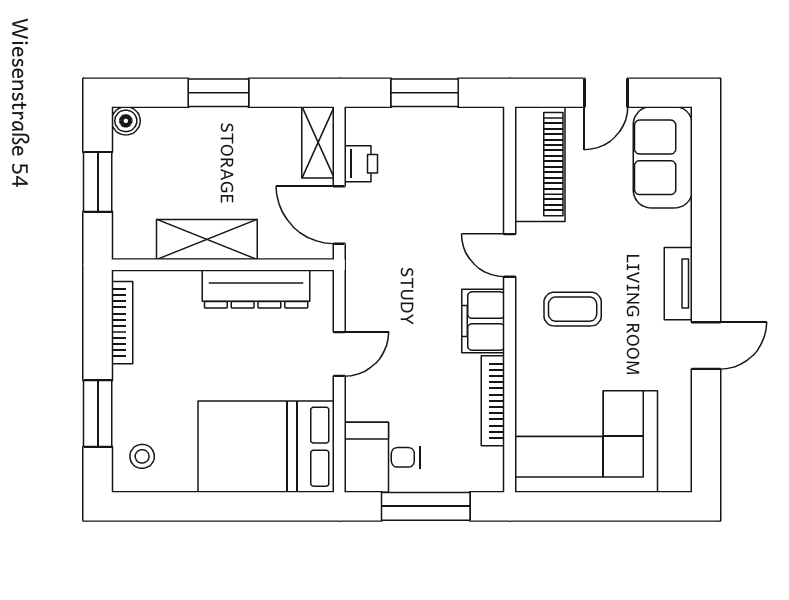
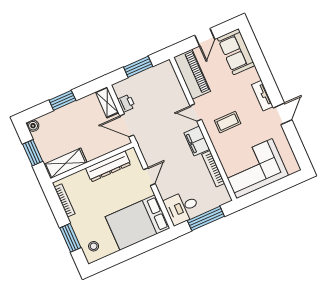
shelving: (207, 239) -> (66, 163), moved

